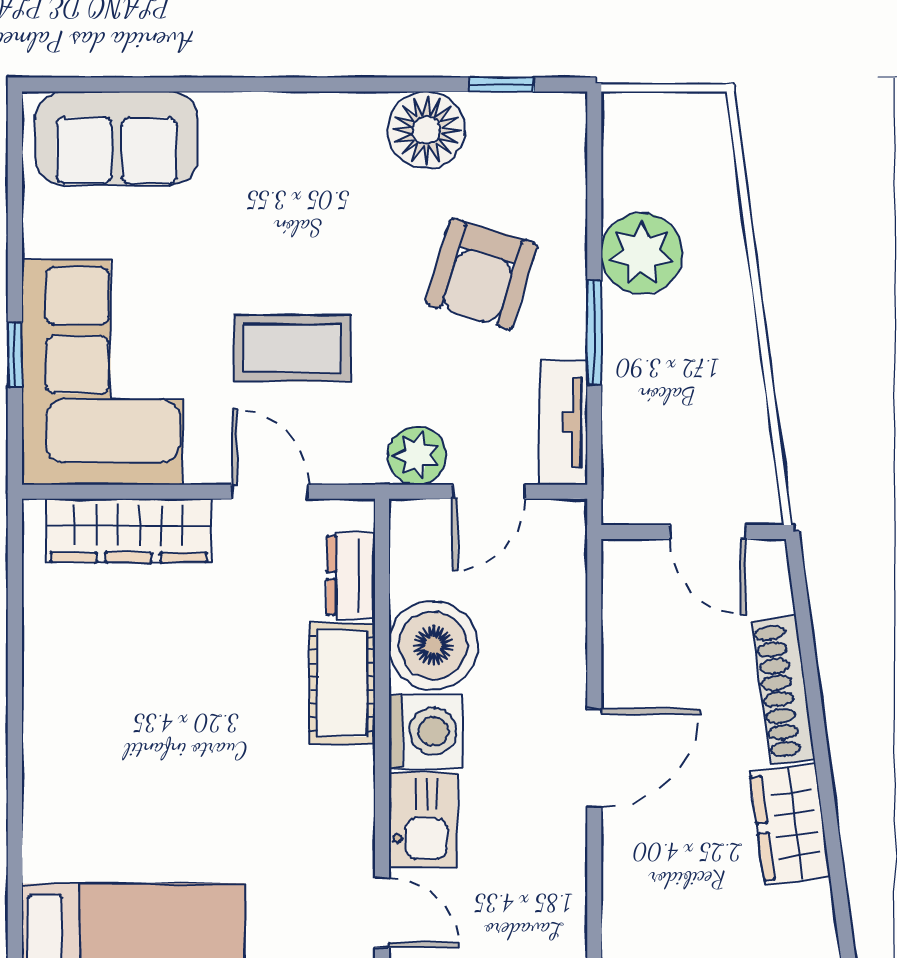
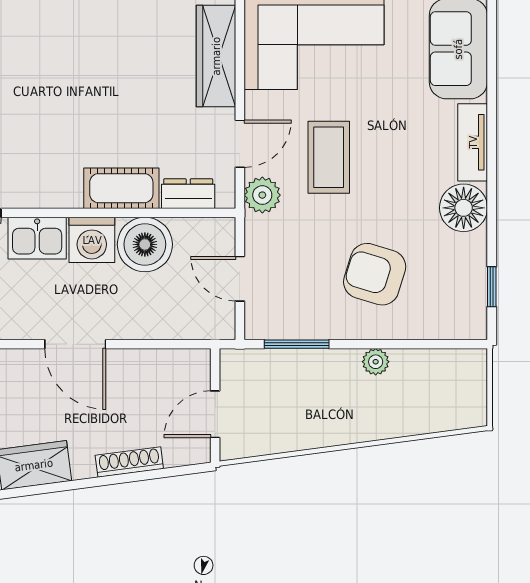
floor lamp: (426, 130) -> (464, 208), moved
plant: (642, 253) -> (376, 362), width x0.53, depth x0.53
window: (594, 333) -> (297, 344), moved
tv unit: (563, 422) -> (473, 142), moved, turned -90
plant: (417, 456) -> (262, 195), moved
shoe rack: (783, 690) -> (129, 462), width x0.74, depth x0.81

